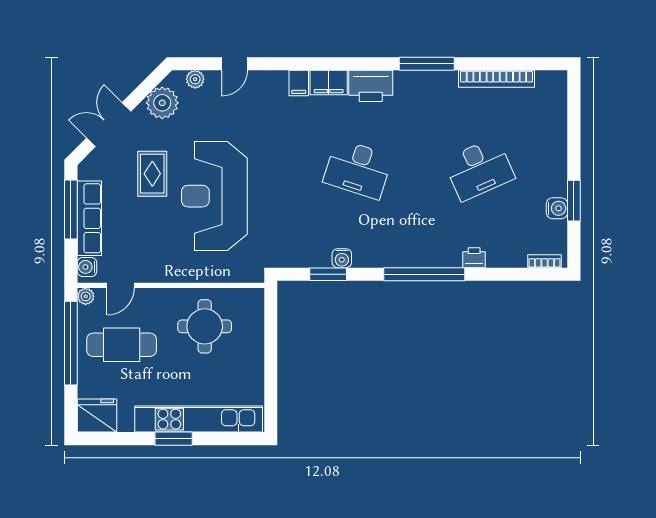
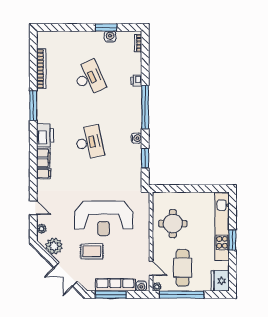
desk: (358, 169) -> (89, 142), turned -30
water cooler: (342, 258) -> (137, 138), moved

